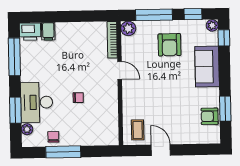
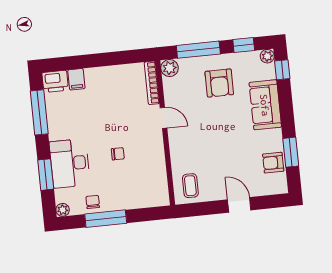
plant: (27, 129) -> (63, 210), moved
door: (161, 150) -> (239, 205), moved

